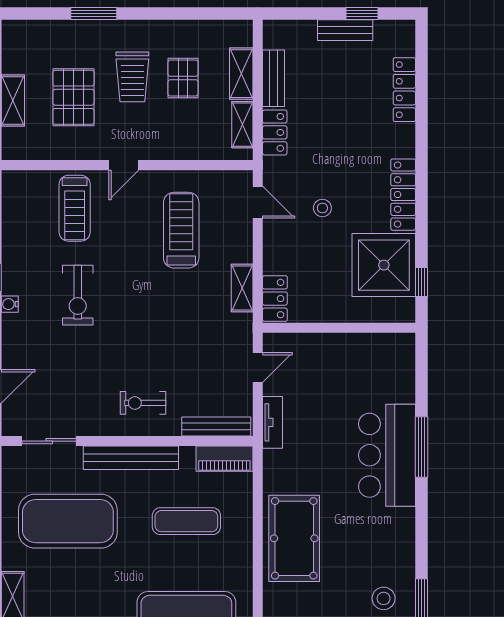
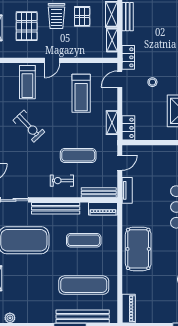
locker: (275, 132) -> (128, 57), moved
door: (258, 202) -> (120, 79), swing flipped
treadmill: (181, 230) -> (81, 93), turned 180
exercise bike: (78, 295) -> (29, 126), turned -44
exercise mat: (175, 353) -> (78, 155), added

